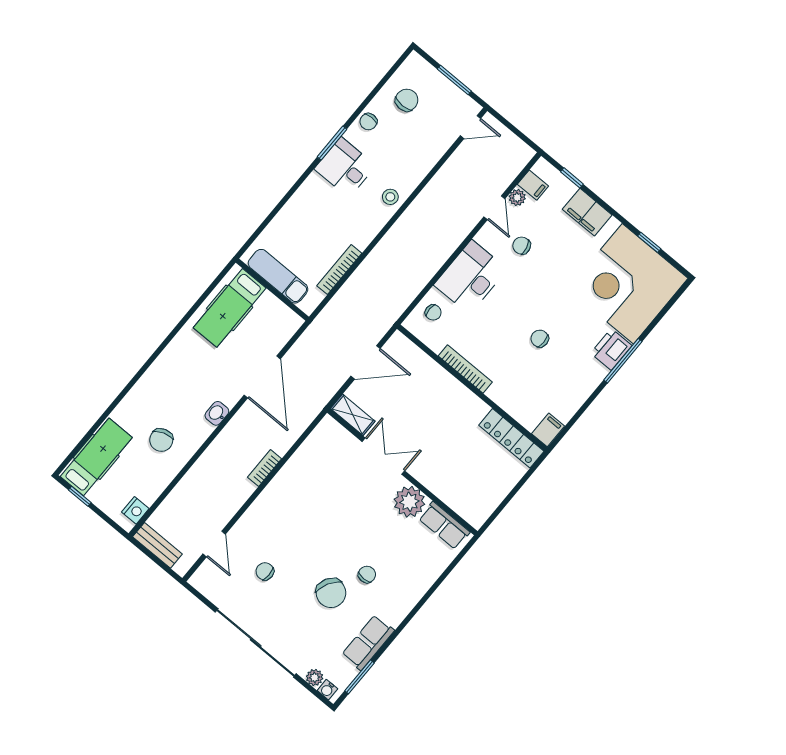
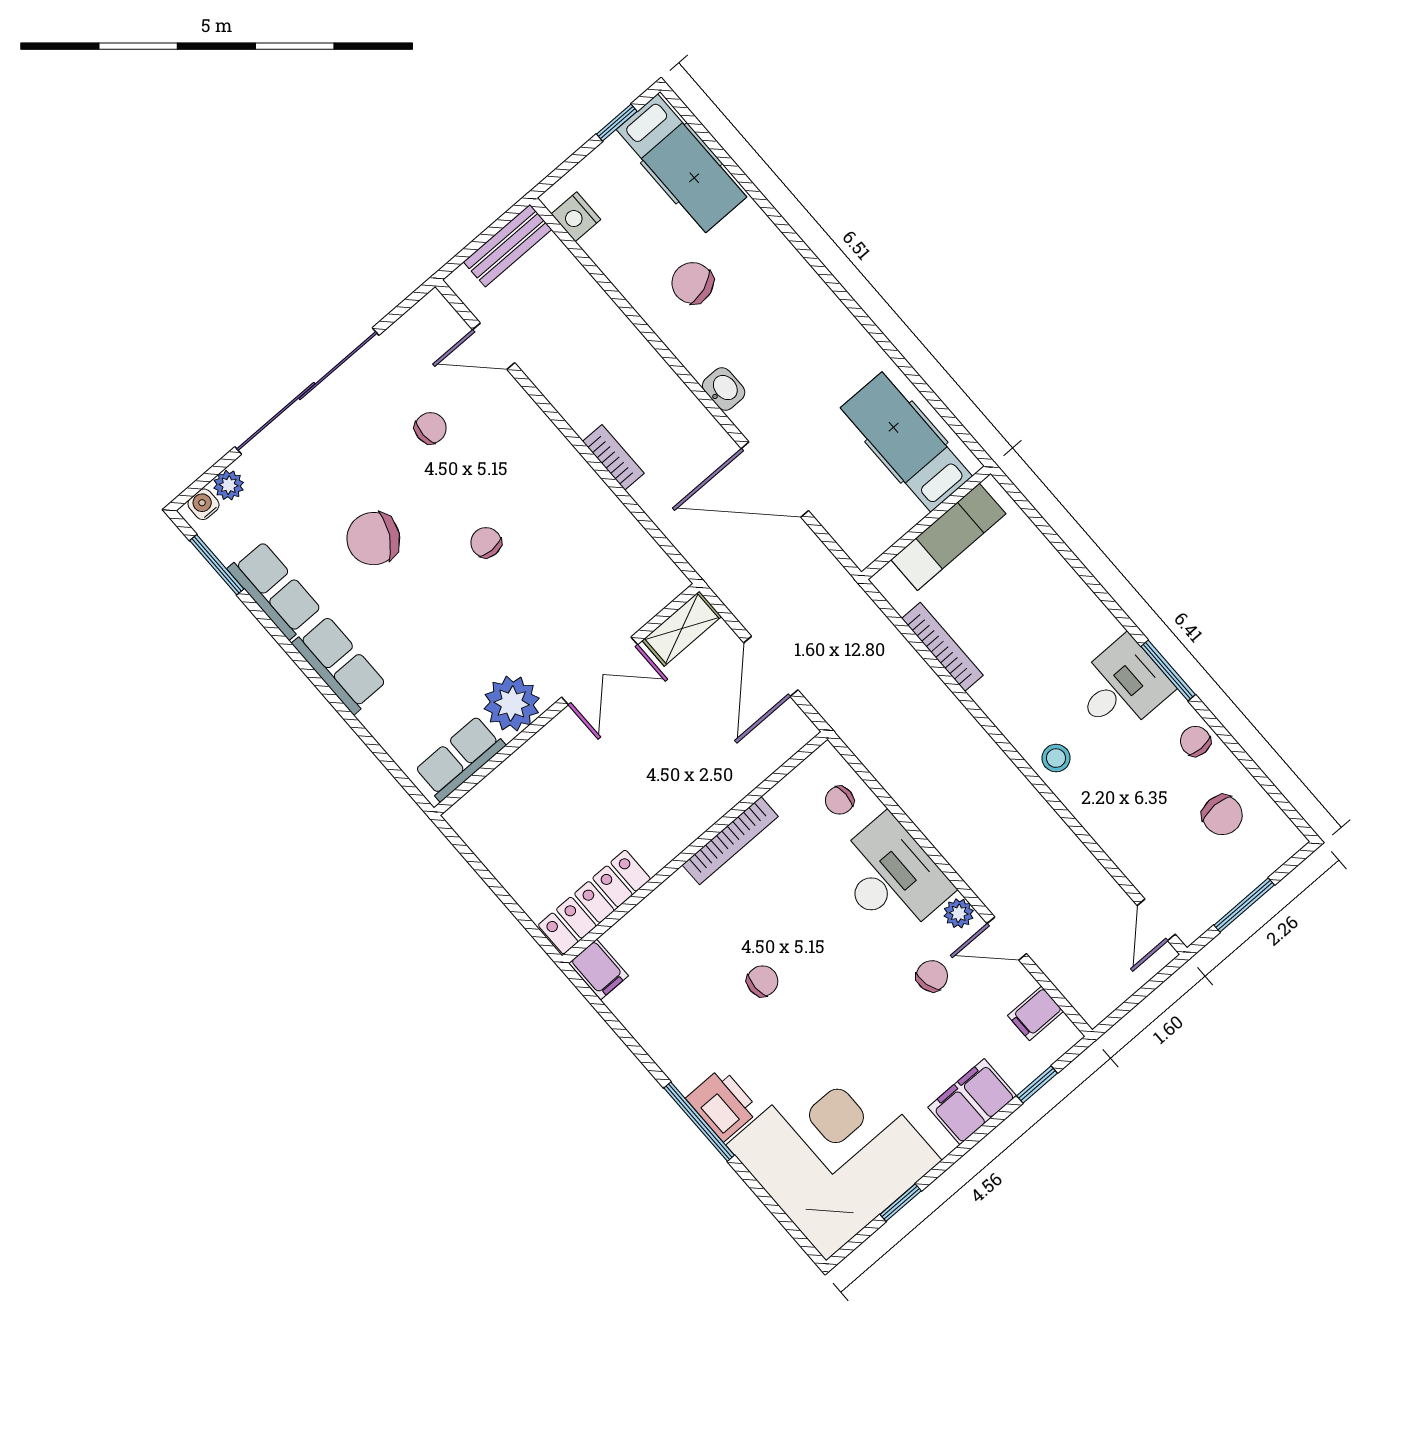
plant: (517, 198) -> (959, 913), moved
chair: (367, 575) -> (486, 543), moved, turned 180
row of seats: (403, 600) -> (340, 664), added

